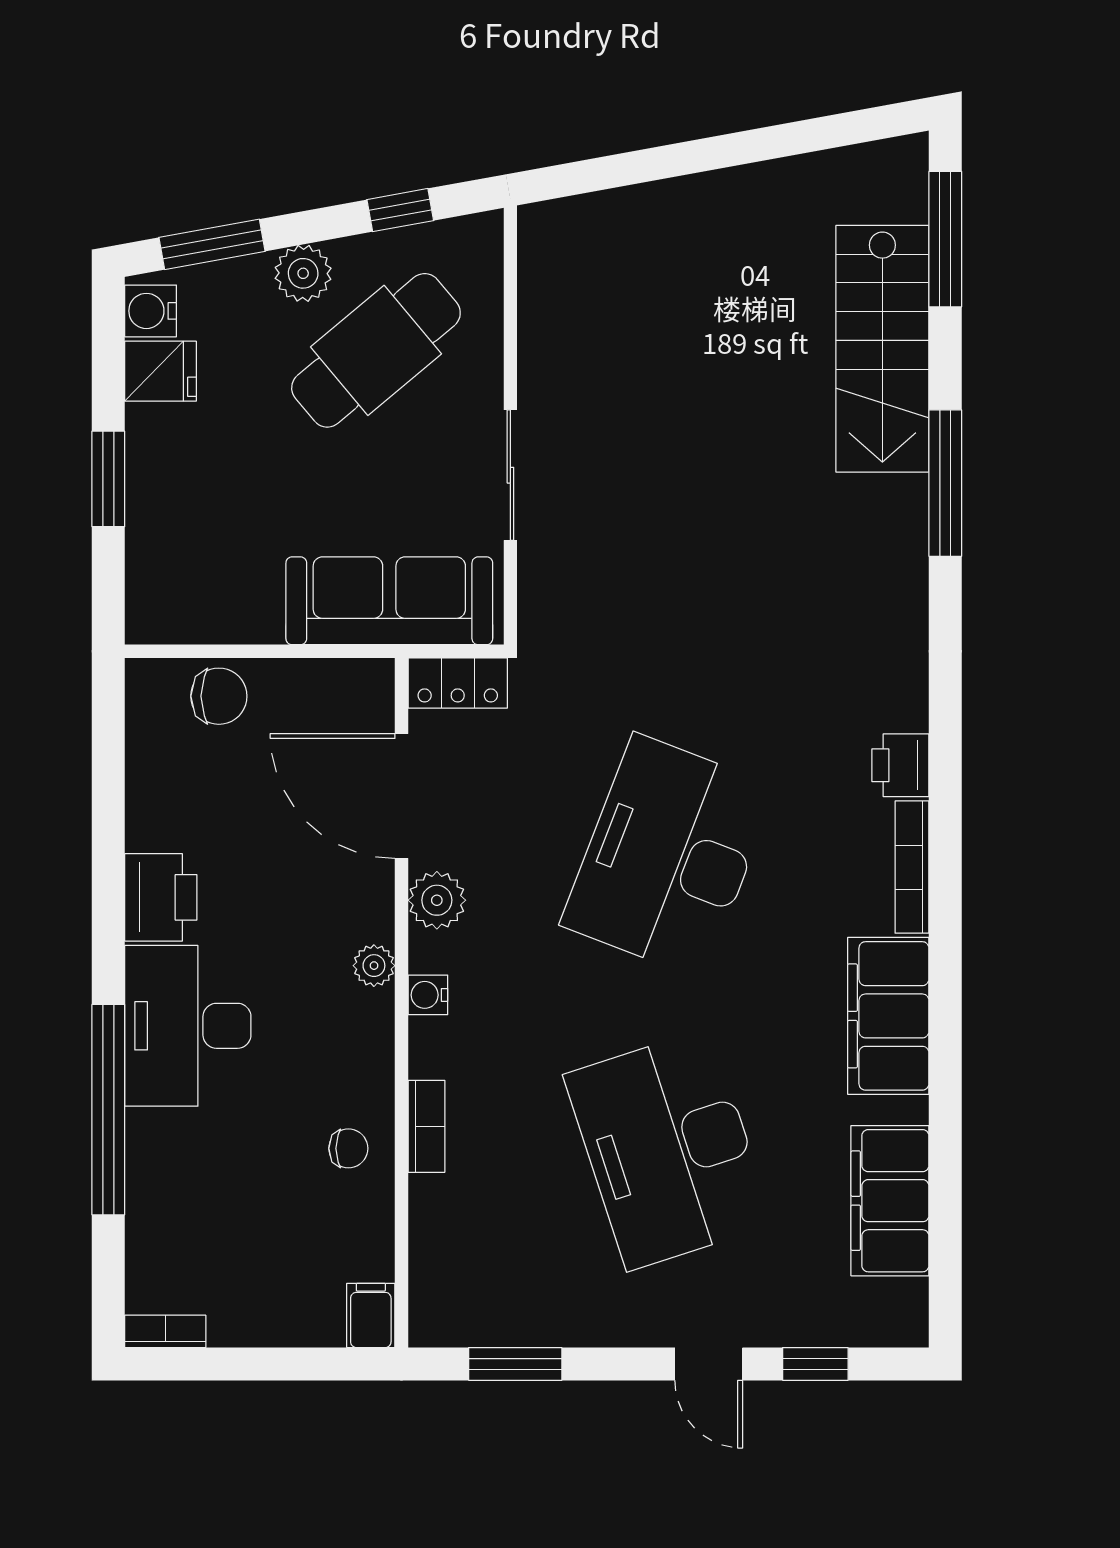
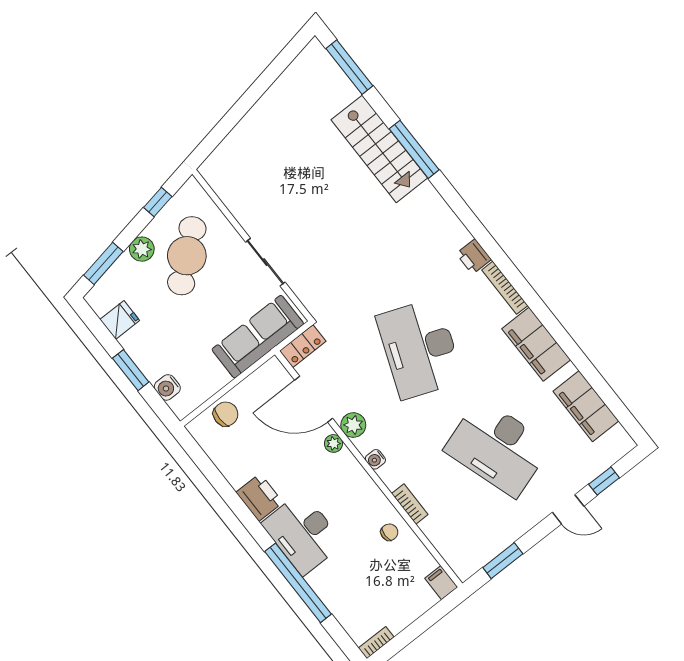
water cooler: (151, 311) -> (167, 387), moved
stairs: (882, 349) -> (379, 149), moved
plant: (374, 966) -> (334, 443), moved

